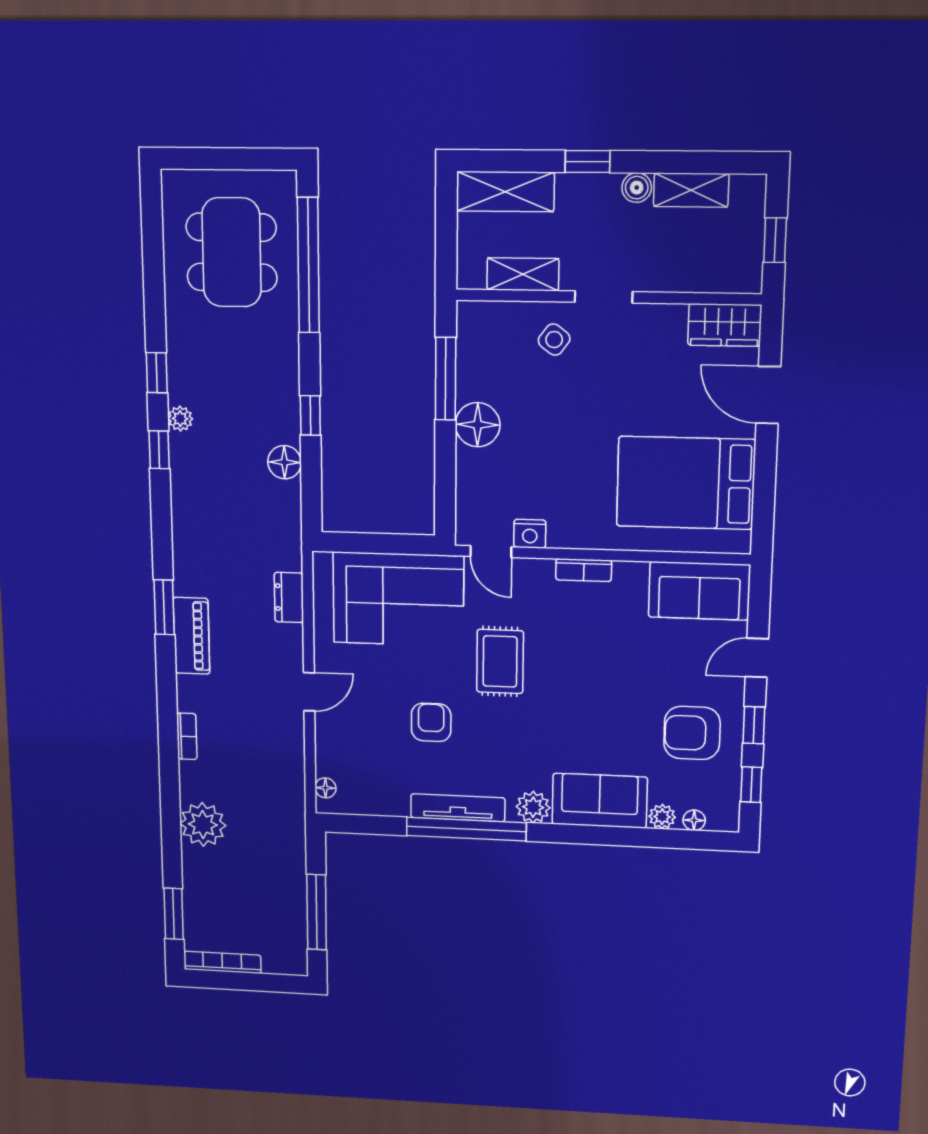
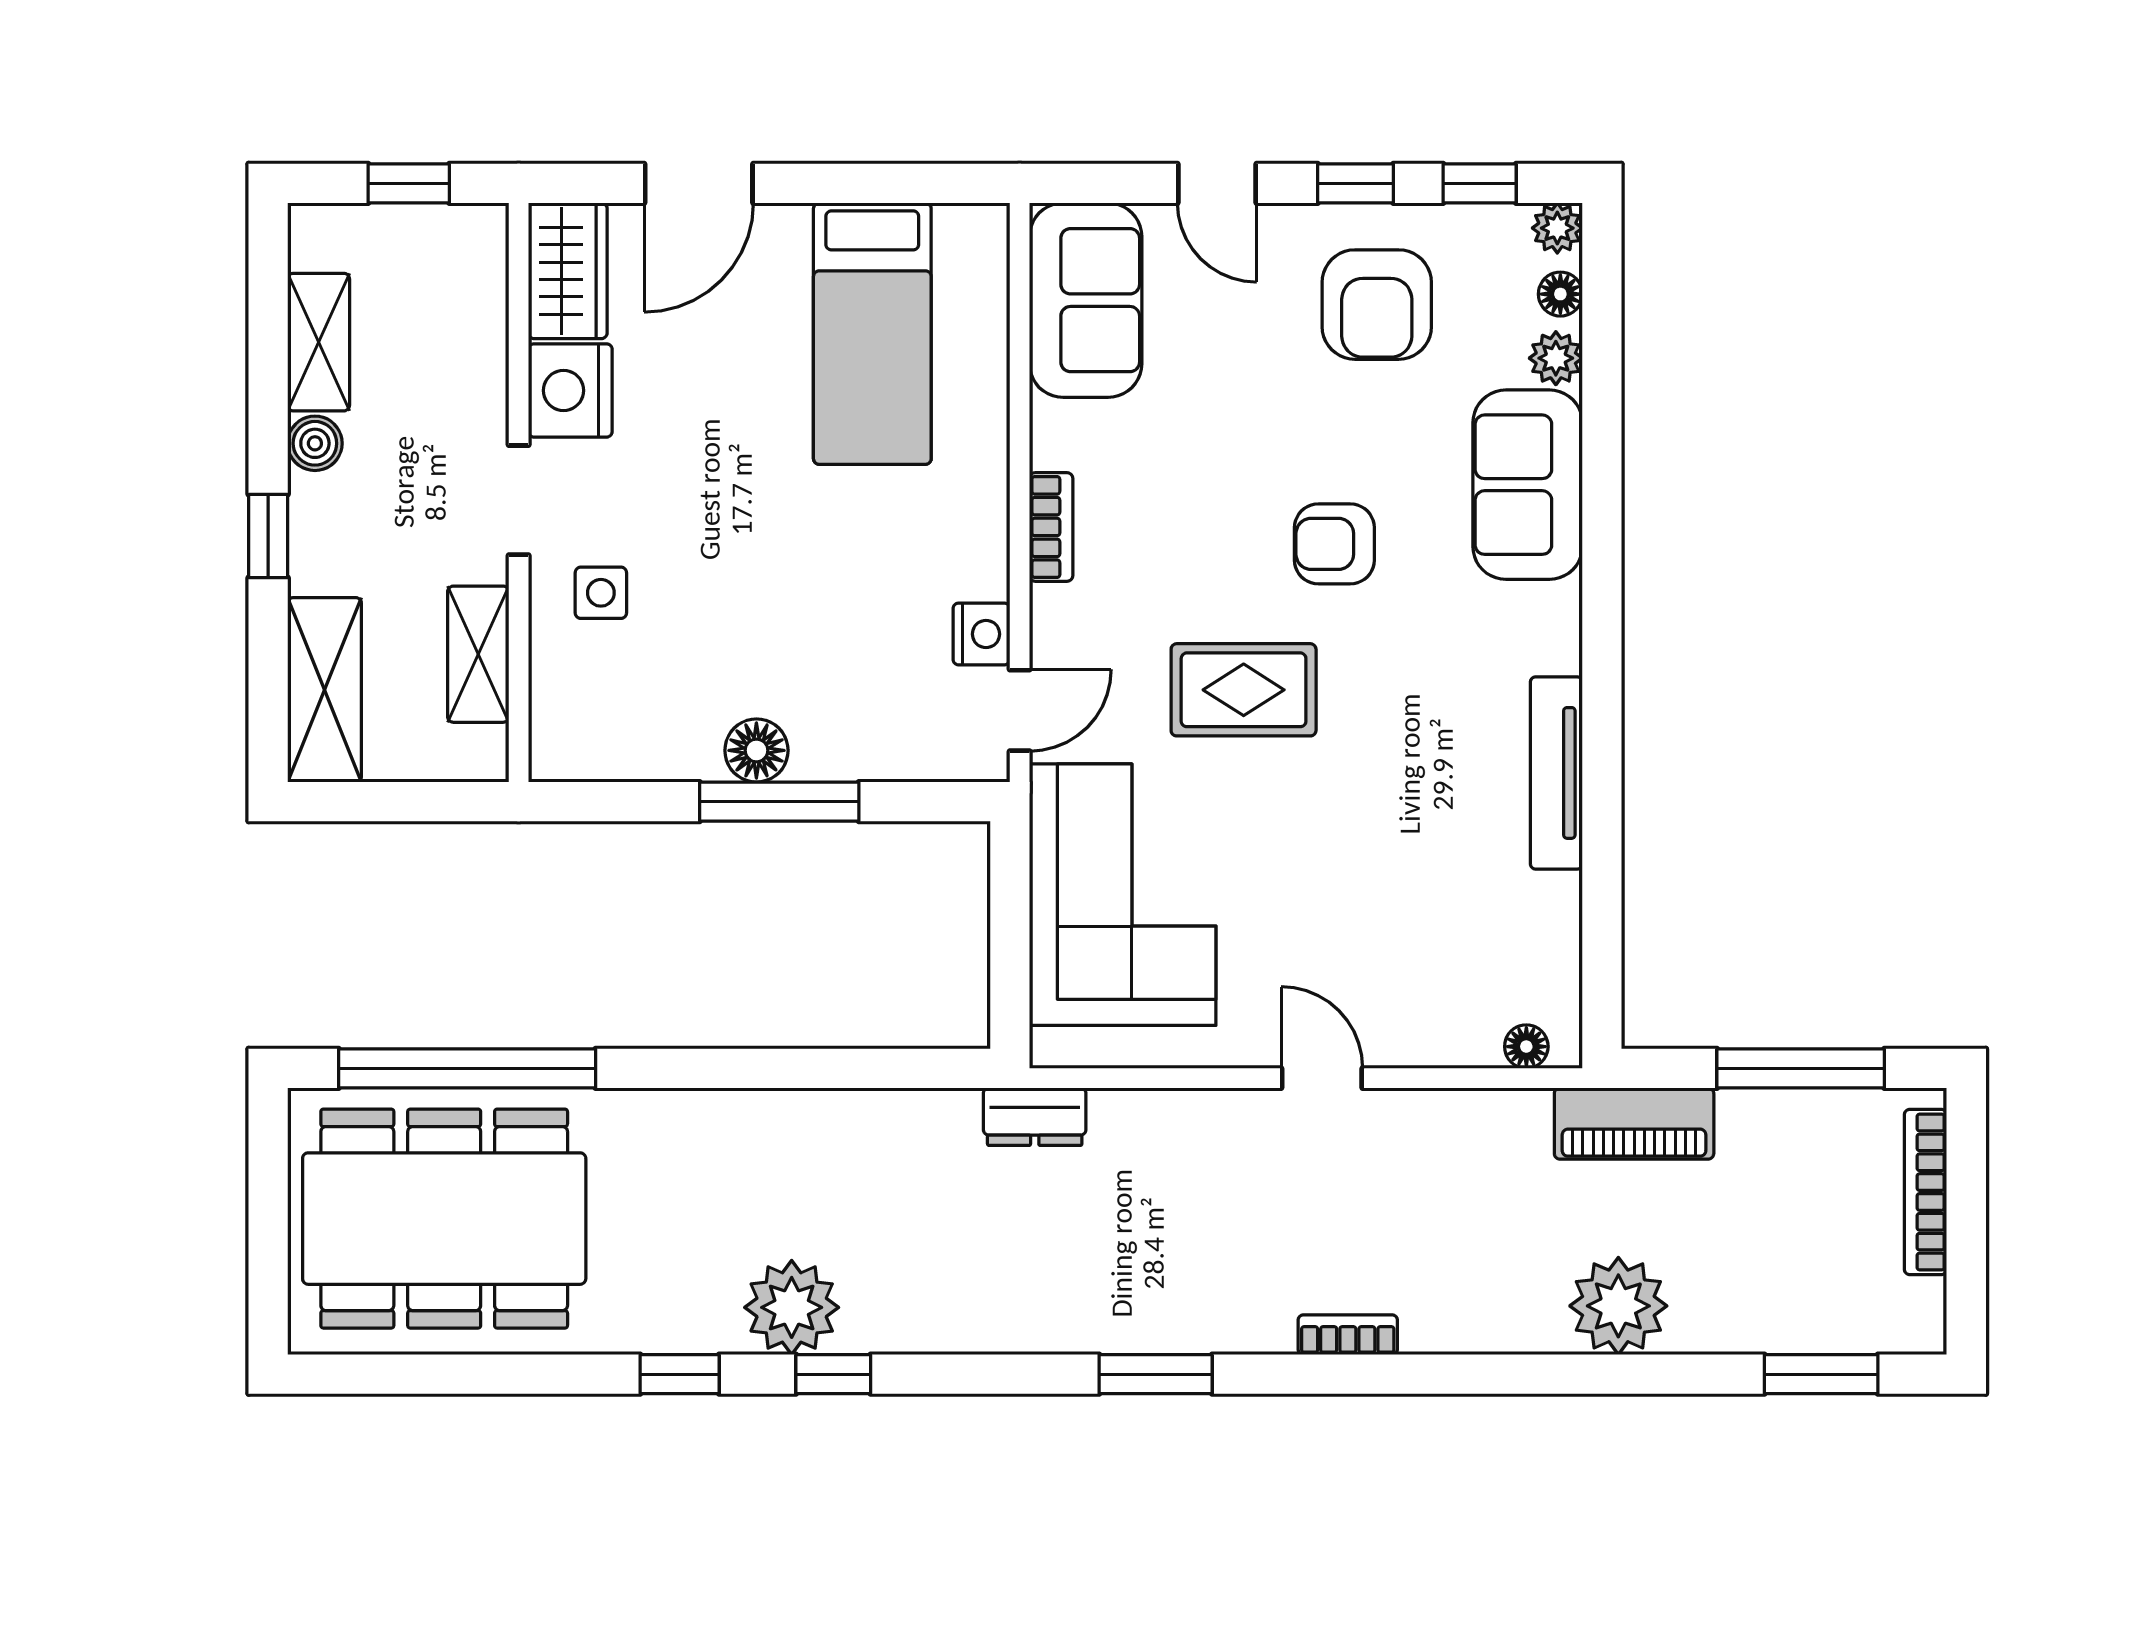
dining table: (232, 252) -> (444, 1219), width x1.36, depth x1.24
nightstand: (661, 325) -> (570, 390), added
side table: (554, 340) -> (601, 593), turned -37
window: (446, 379) -> (779, 802), moved
window: (310, 415) -> (758, 1068), removed
plant: (180, 419) -> (792, 1307), width x1.88, depth x1.88
floor lamp: (478, 425) -> (756, 750), width x0.73, depth x0.73
floor lamp: (284, 462) -> (852, 1121), removed
bed: (686, 483) -> (872, 334), width x0.67
dresser: (289, 597) -> (1035, 1117), moved
piano: (191, 636) -> (1634, 1123), moved, turned 180
armchair: (431, 722) -> (1334, 544), moved
bookcase: (187, 736) -> (1348, 1335), moved
plant: (533, 807) -> (1557, 228), moved, width x0.73, depth x0.73
window: (466, 829) -> (1602, 755), removed
bookcase: (222, 962) -> (1926, 1192), moved

